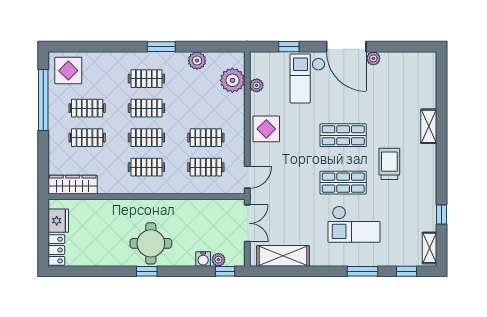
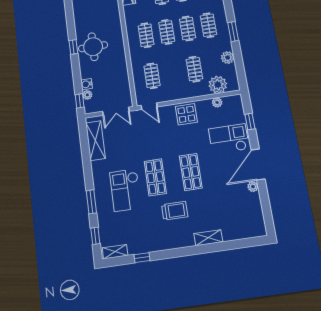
clothes rail: (206, 138) -> (194, 69), moved

